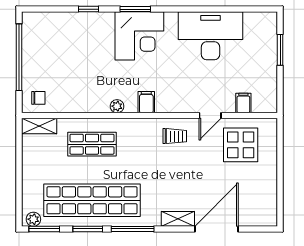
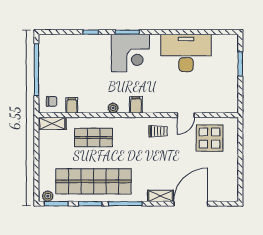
filing cabinet: (243, 103) -> (72, 105), moved

